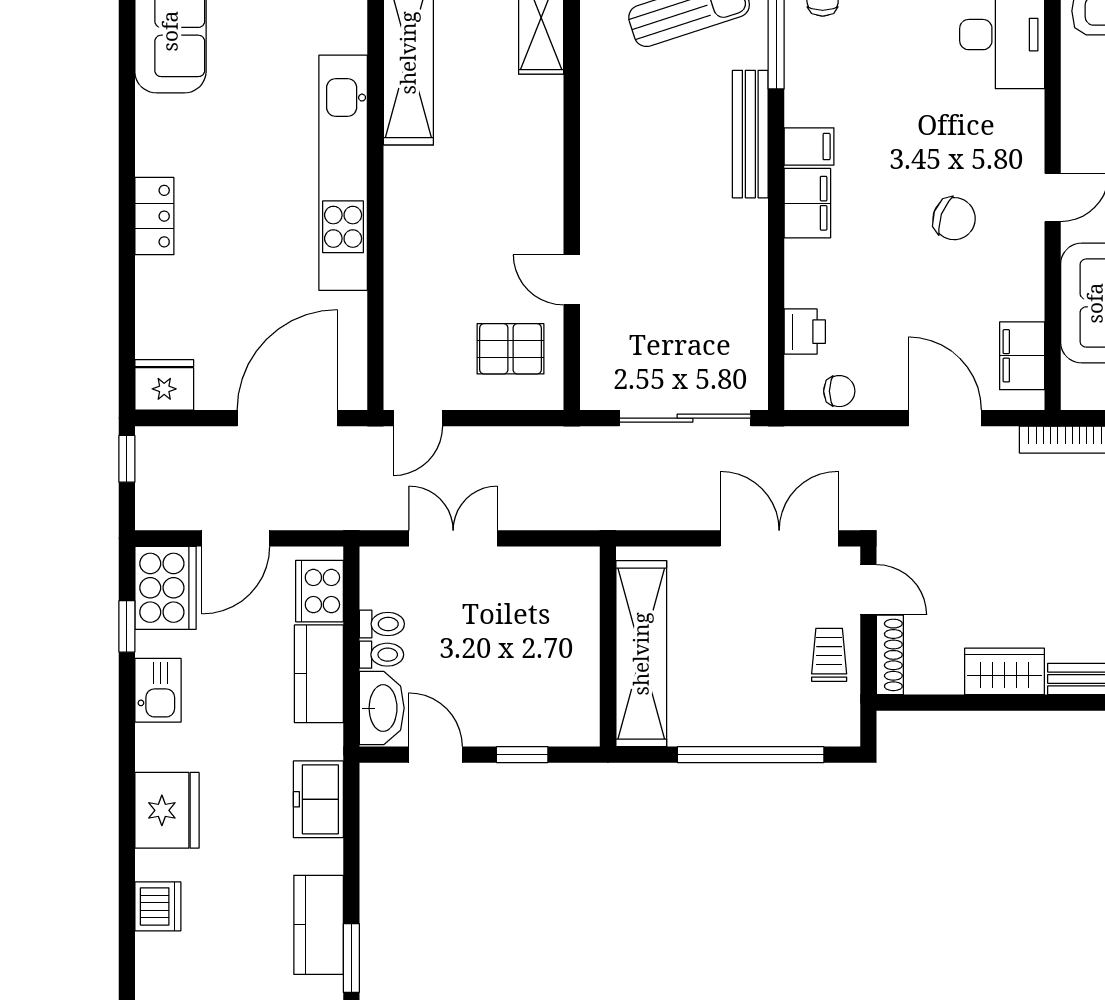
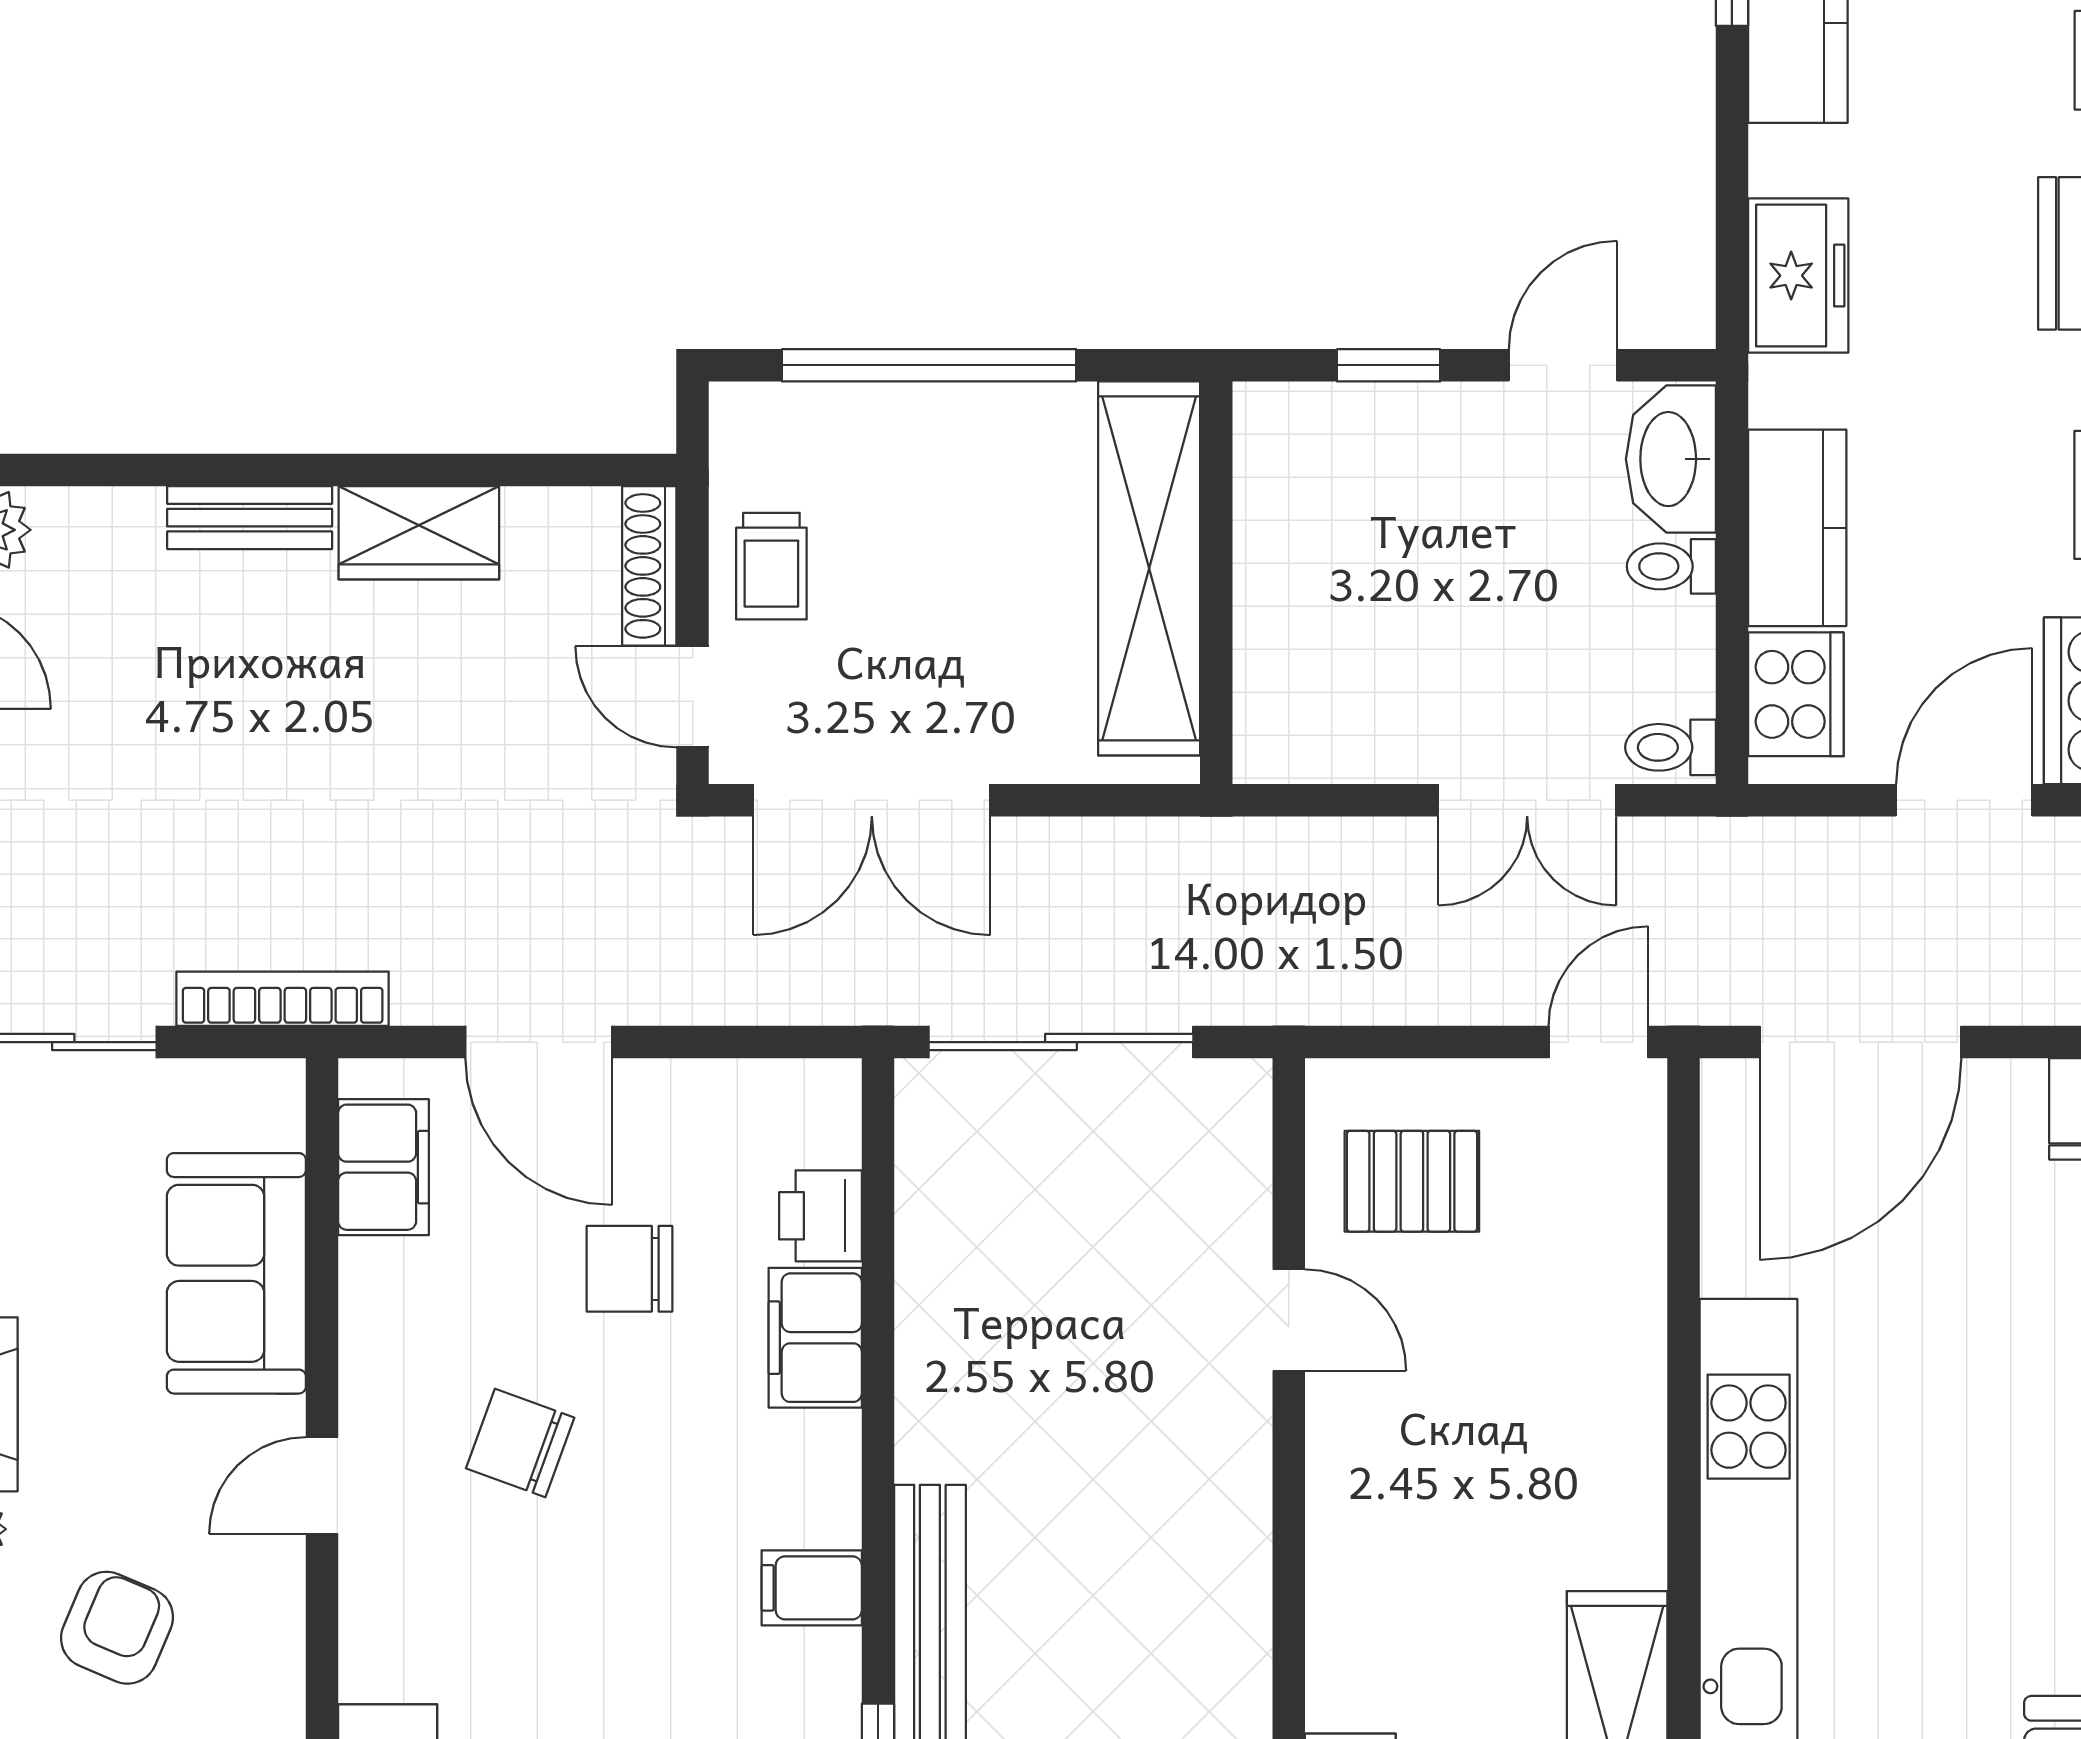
filing cabinet: (807, 203) -> (815, 1338), moved
chair: (839, 391) -> (630, 1269), moved, width x1.37, depth x1.37
toilet: (382, 624) -> (1670, 747), moved
door: (435, 755) -> (1563, 365), swing flipped

